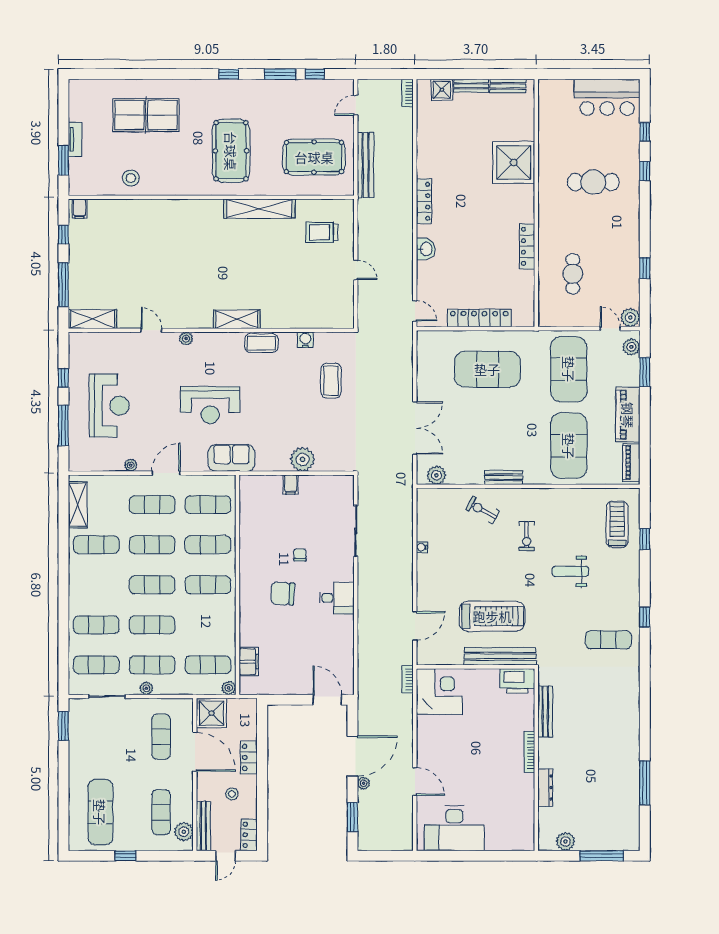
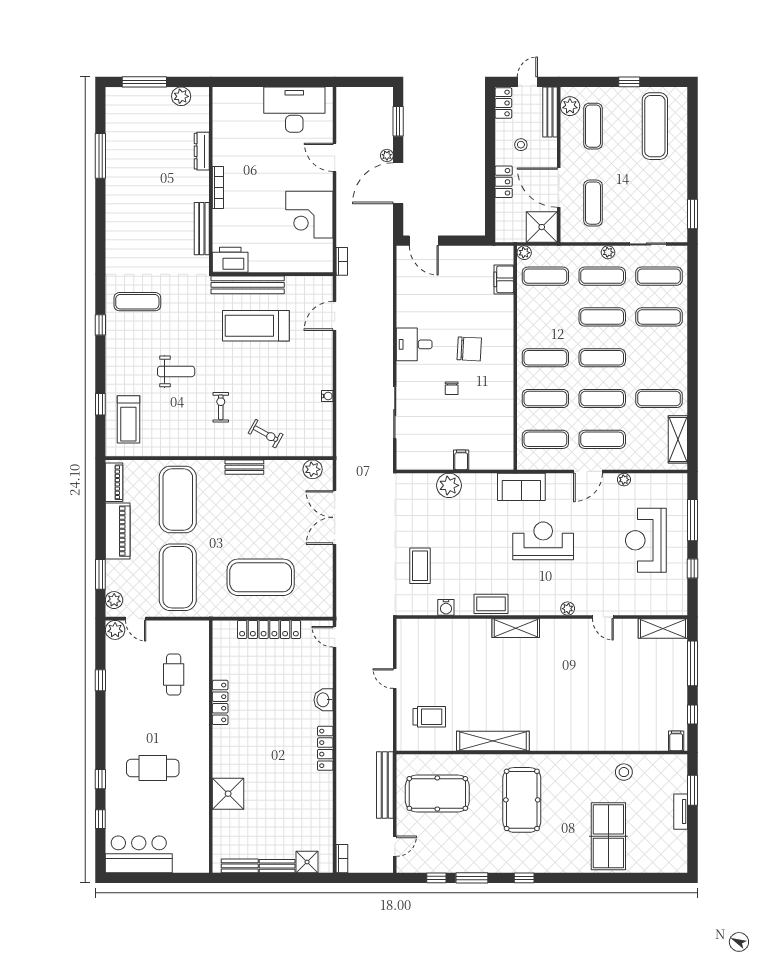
table tennis table: (146, 115) -> (608, 836), turned 90
shower: (514, 162) -> (228, 794), width x0.73, depth x0.73
corner desk: (440, 692) -> (309, 215), moved

